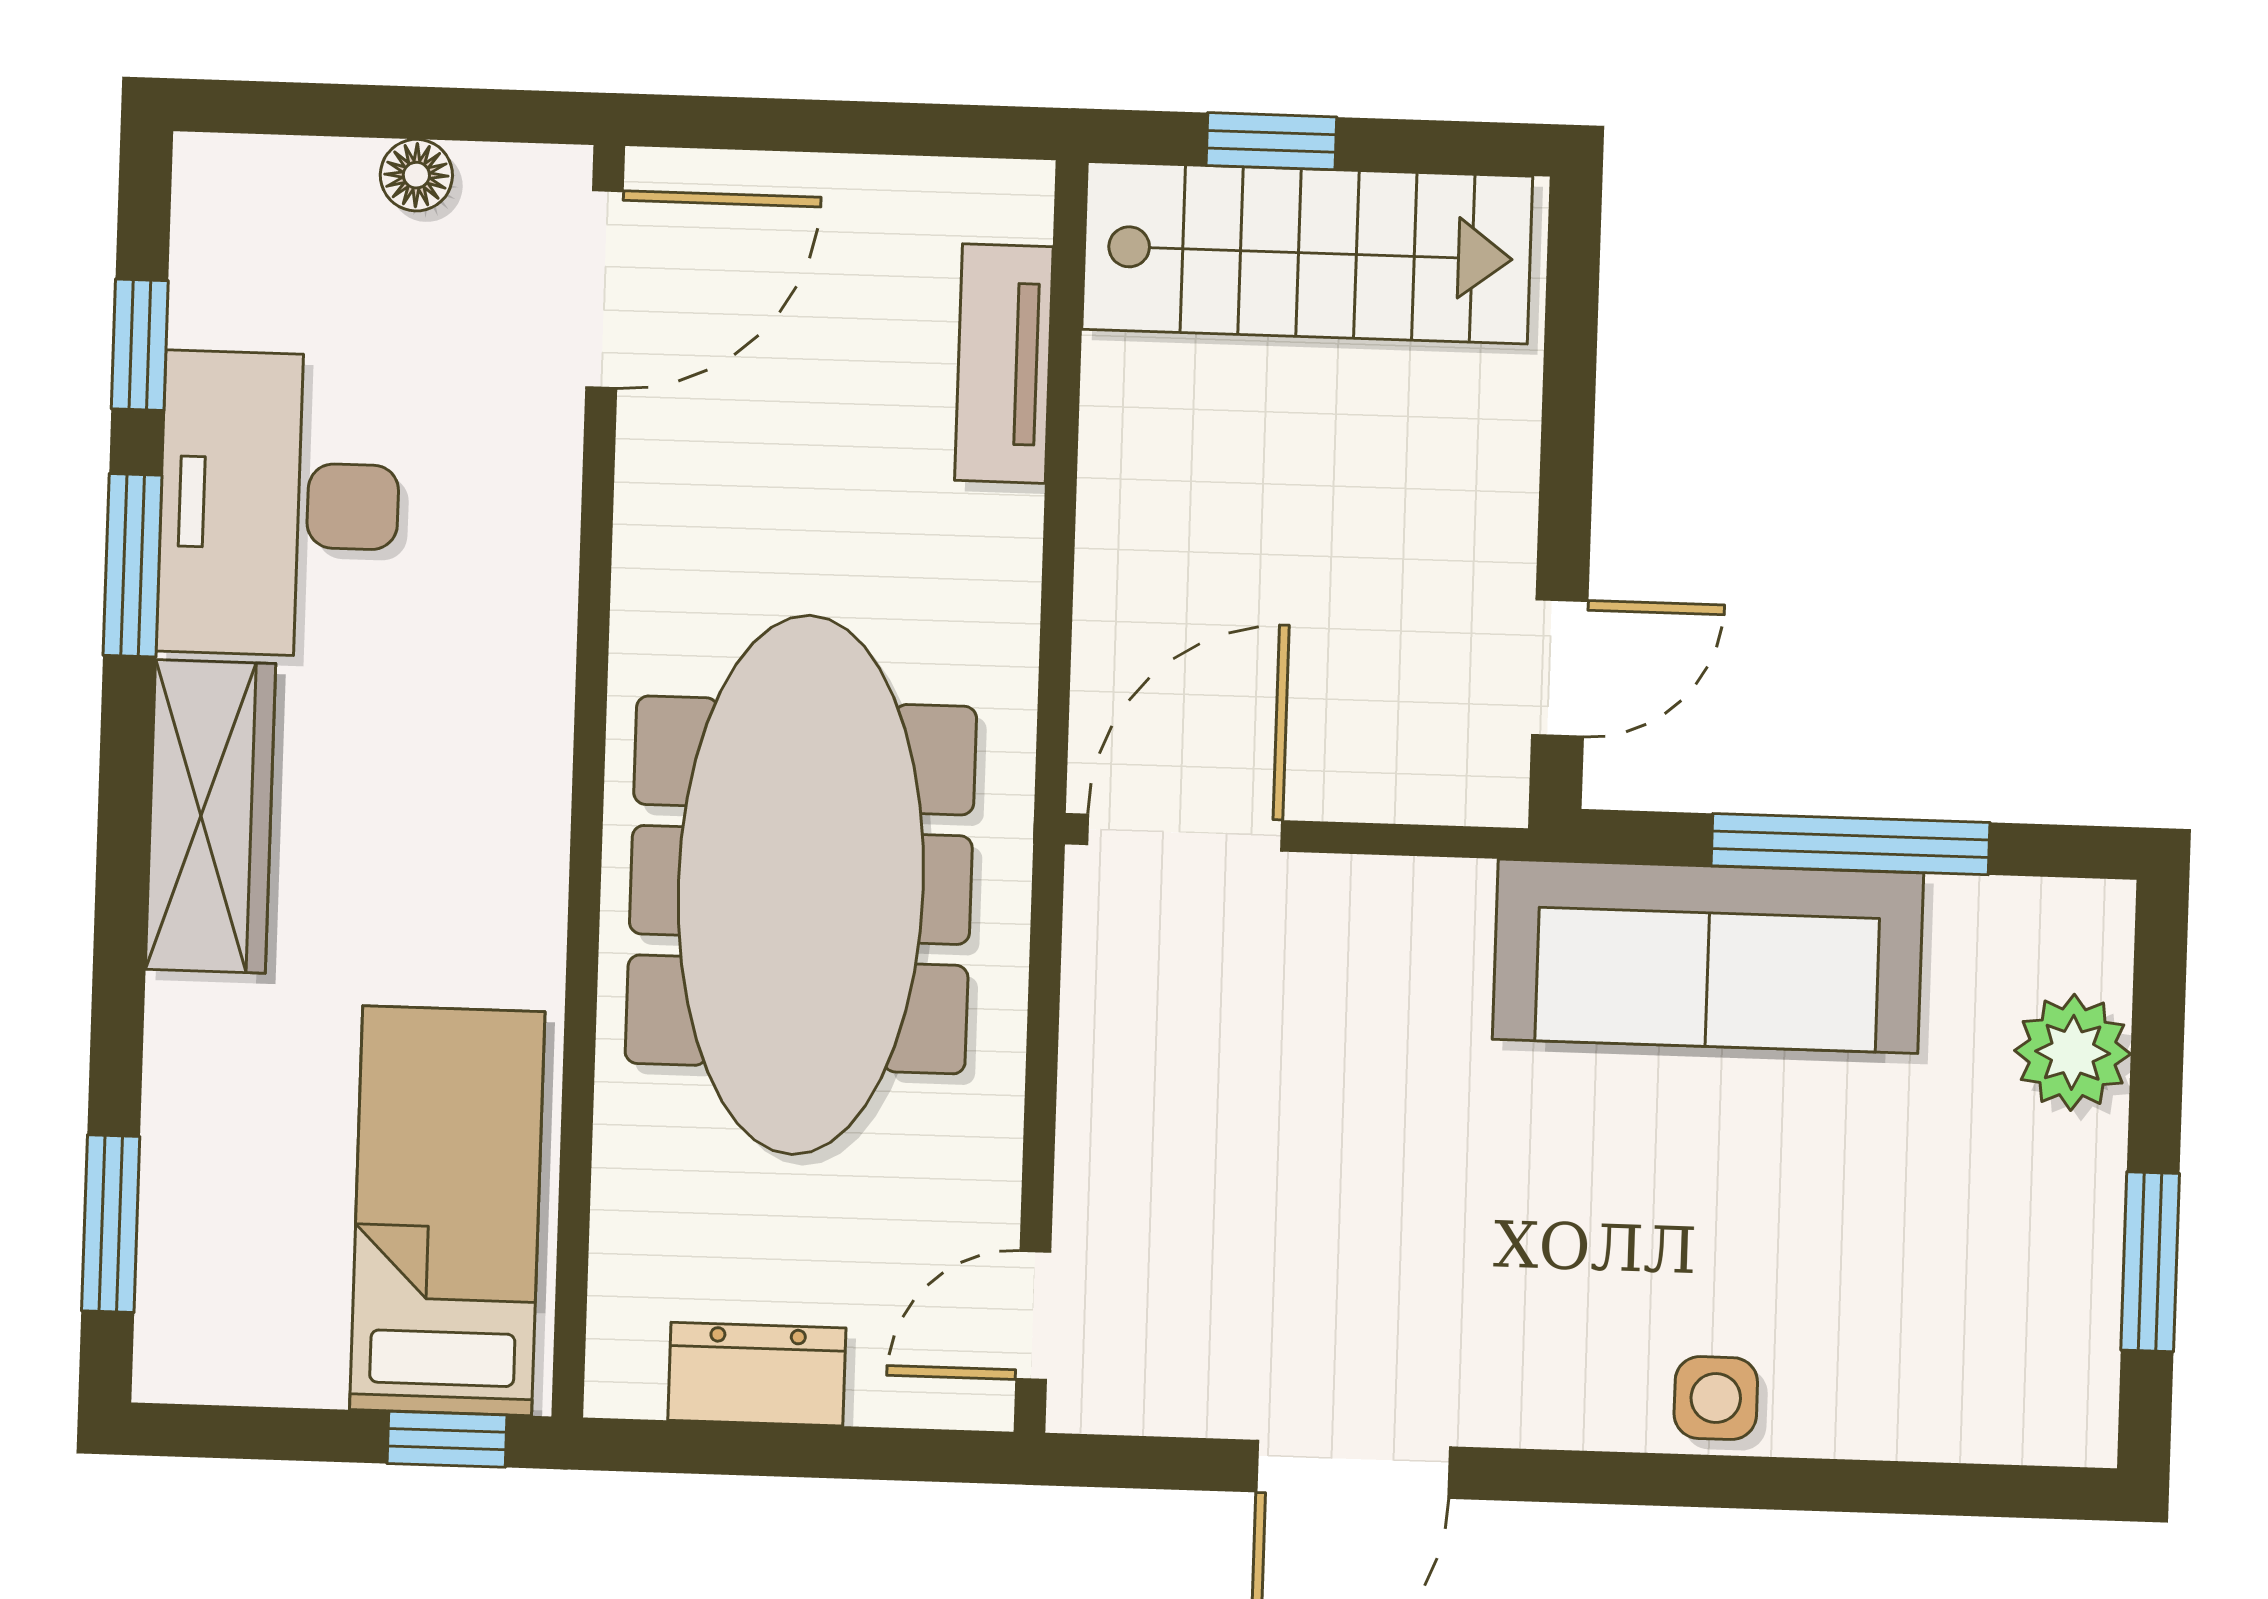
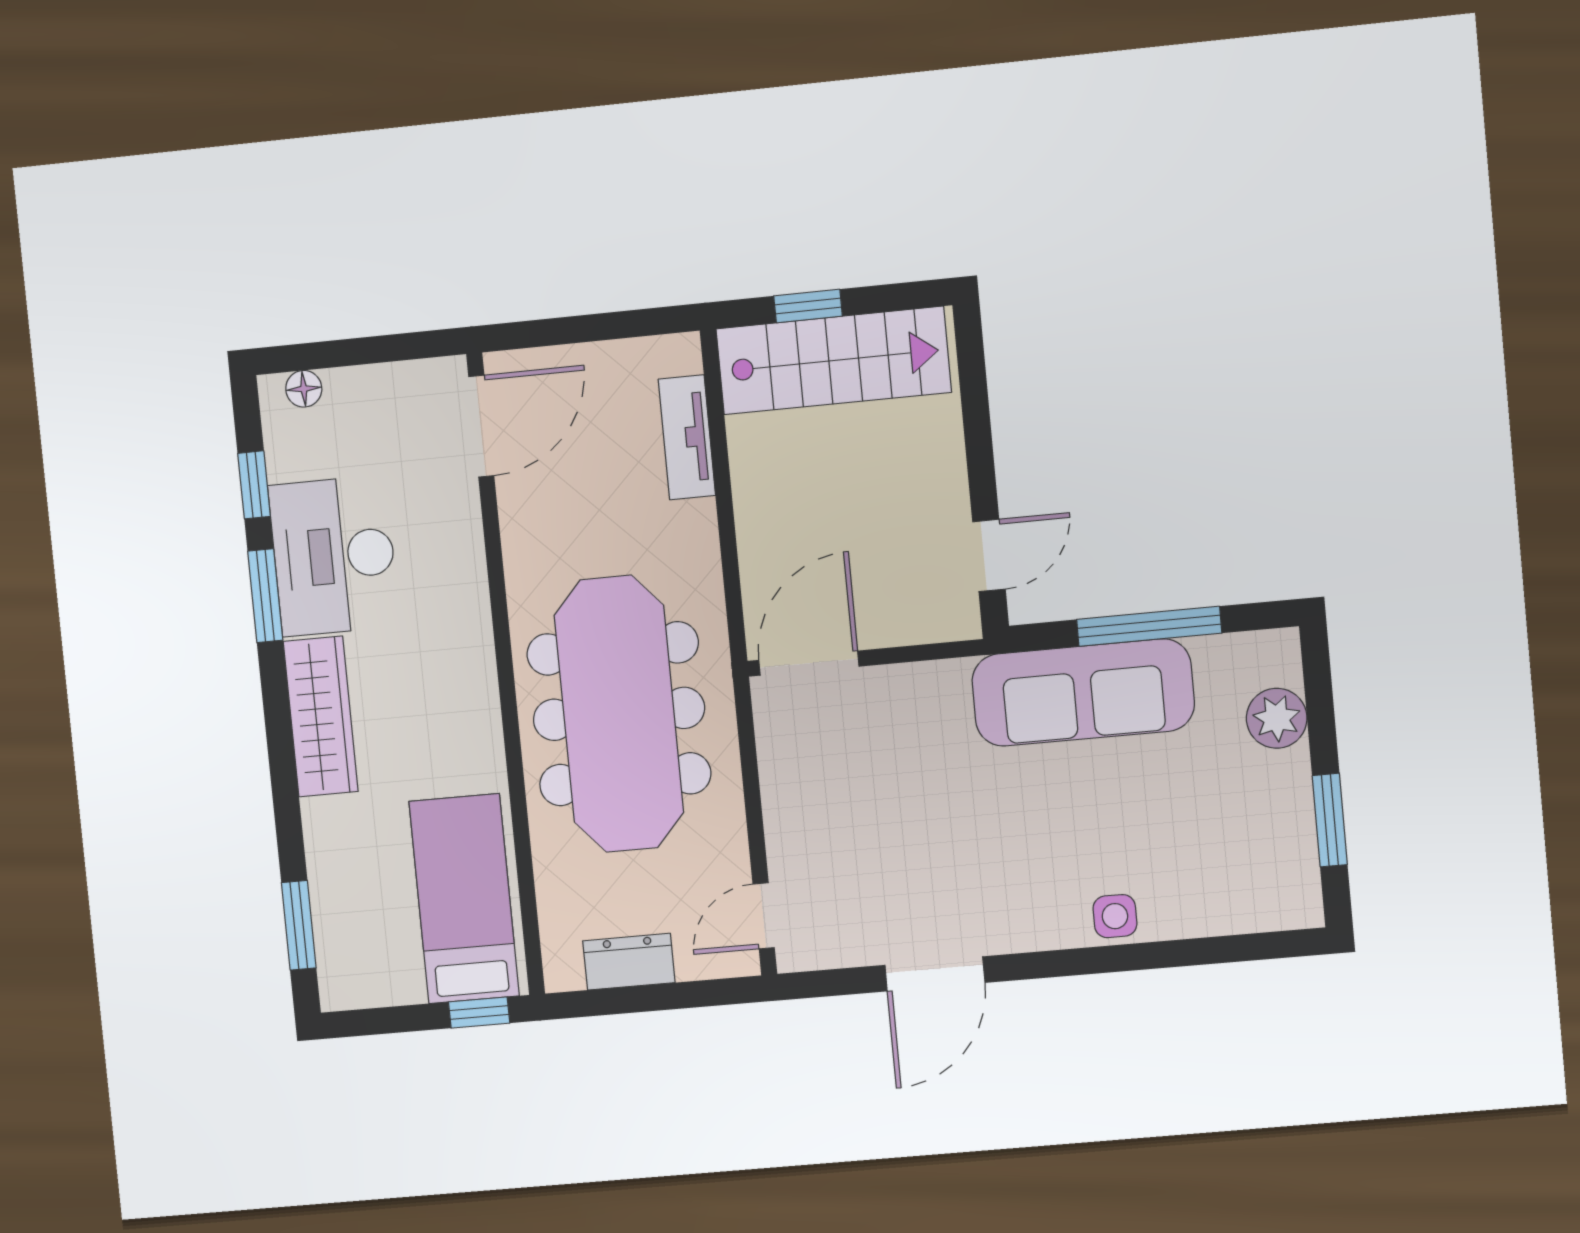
floor lamp: (416, 175) -> (304, 389), moved

